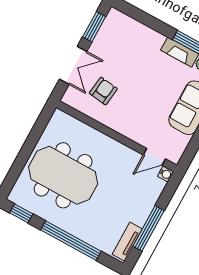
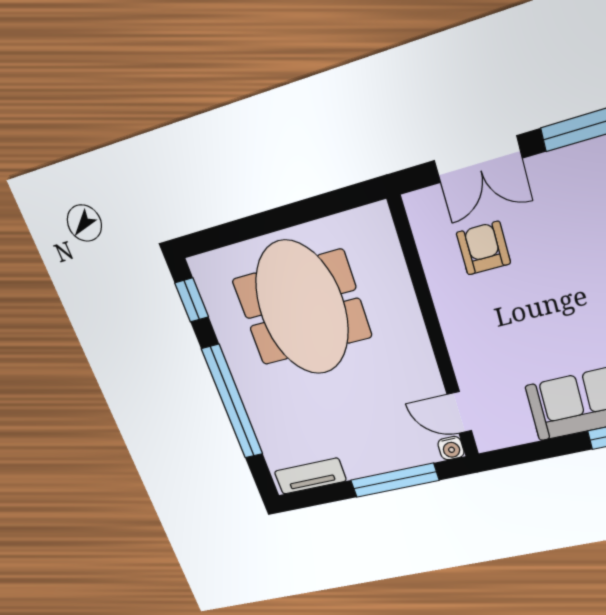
armchair: (103, 91) -> (483, 248), turned -97
window: (148, 228) -> (395, 480), moved

